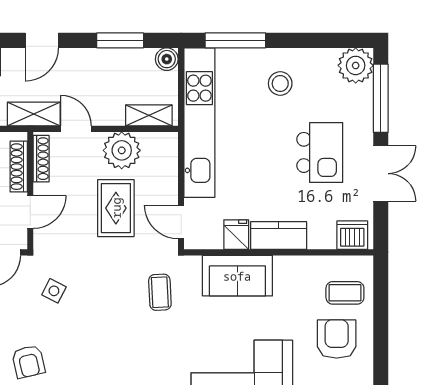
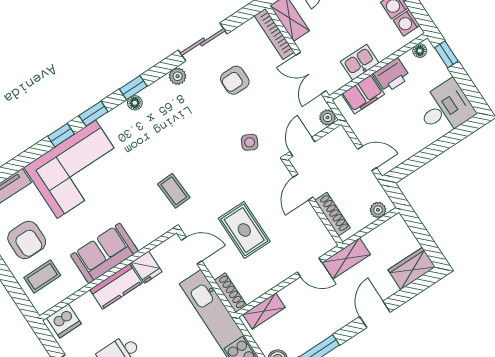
plant: (122, 150) -> (267, 274), removed
shoe rack: (41, 159) -> (230, 293), moved, turned 180
sofa: (237, 276) -> (104, 253), moved
armchair: (28, 362) -> (235, 80), turned -77

